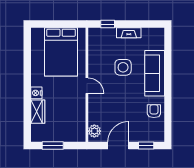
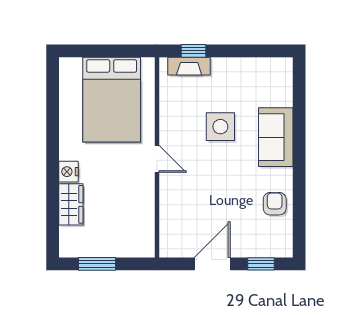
fireplace: (129, 33) -> (189, 66), moved
sofa: (155, 73) -> (276, 137), width x0.73
plant: (94, 131) -> (170, 238), removed

